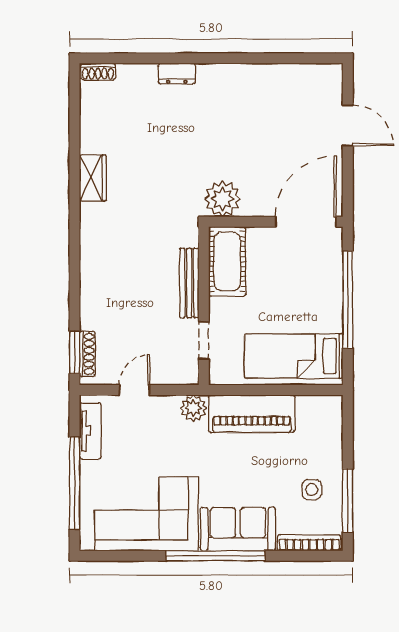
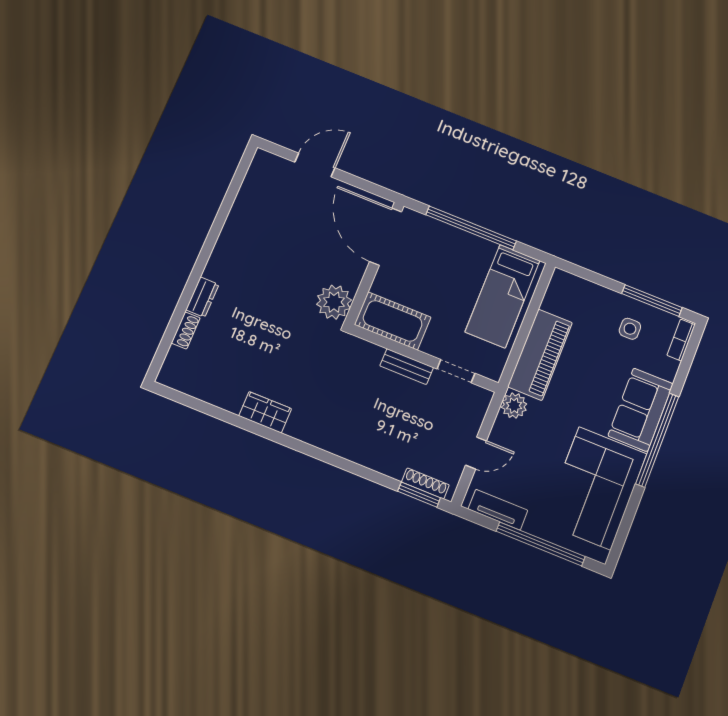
shoe rack: (98, 72) -> (186, 330), moved
bench: (189, 283) -> (407, 367), width x0.73
door: (135, 390) -> (476, 453), swing flipped
bookcase: (309, 543) -> (681, 340), width x0.64

